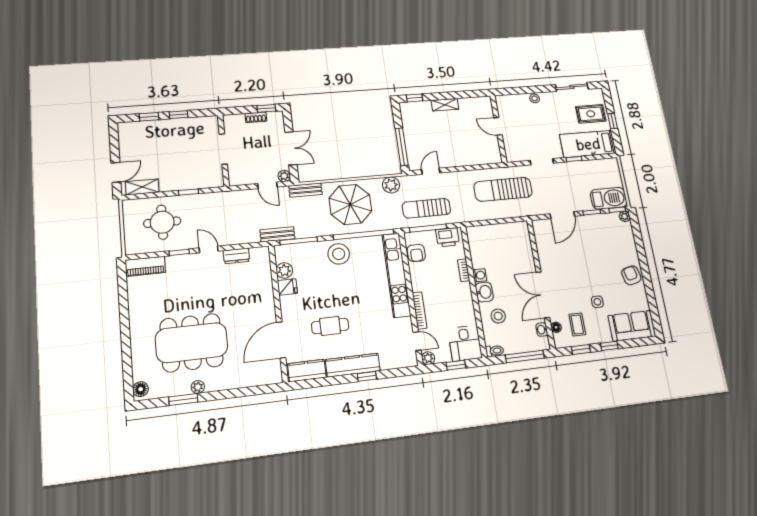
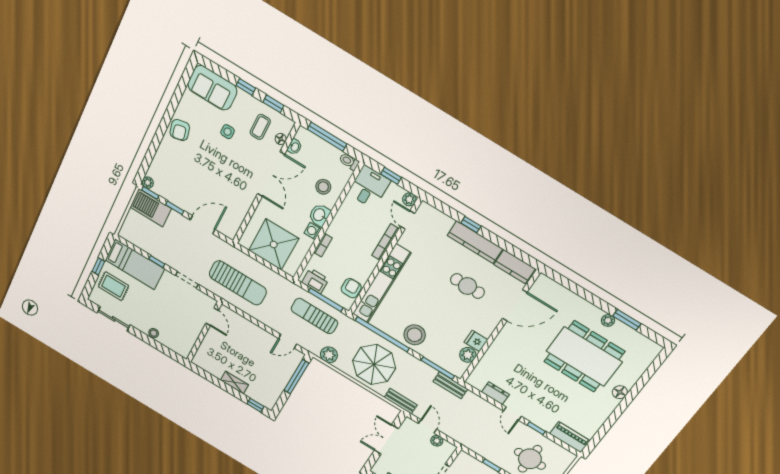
door: (498, 126) -> (212, 317), moved
plant: (284, 176) -> (437, 441), moved
sun lounger: (426, 208) -> (314, 316), turned 180
shower: (500, 241) -> (274, 245), added
floor lamp: (141, 389) -> (620, 392), moved

